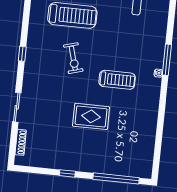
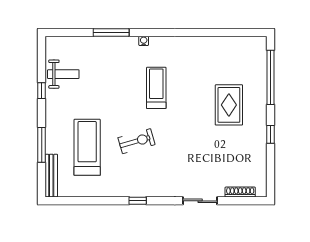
window: (167, 60) -> (111, 33), moved
rug: (91, 116) -> (229, 105), moved

